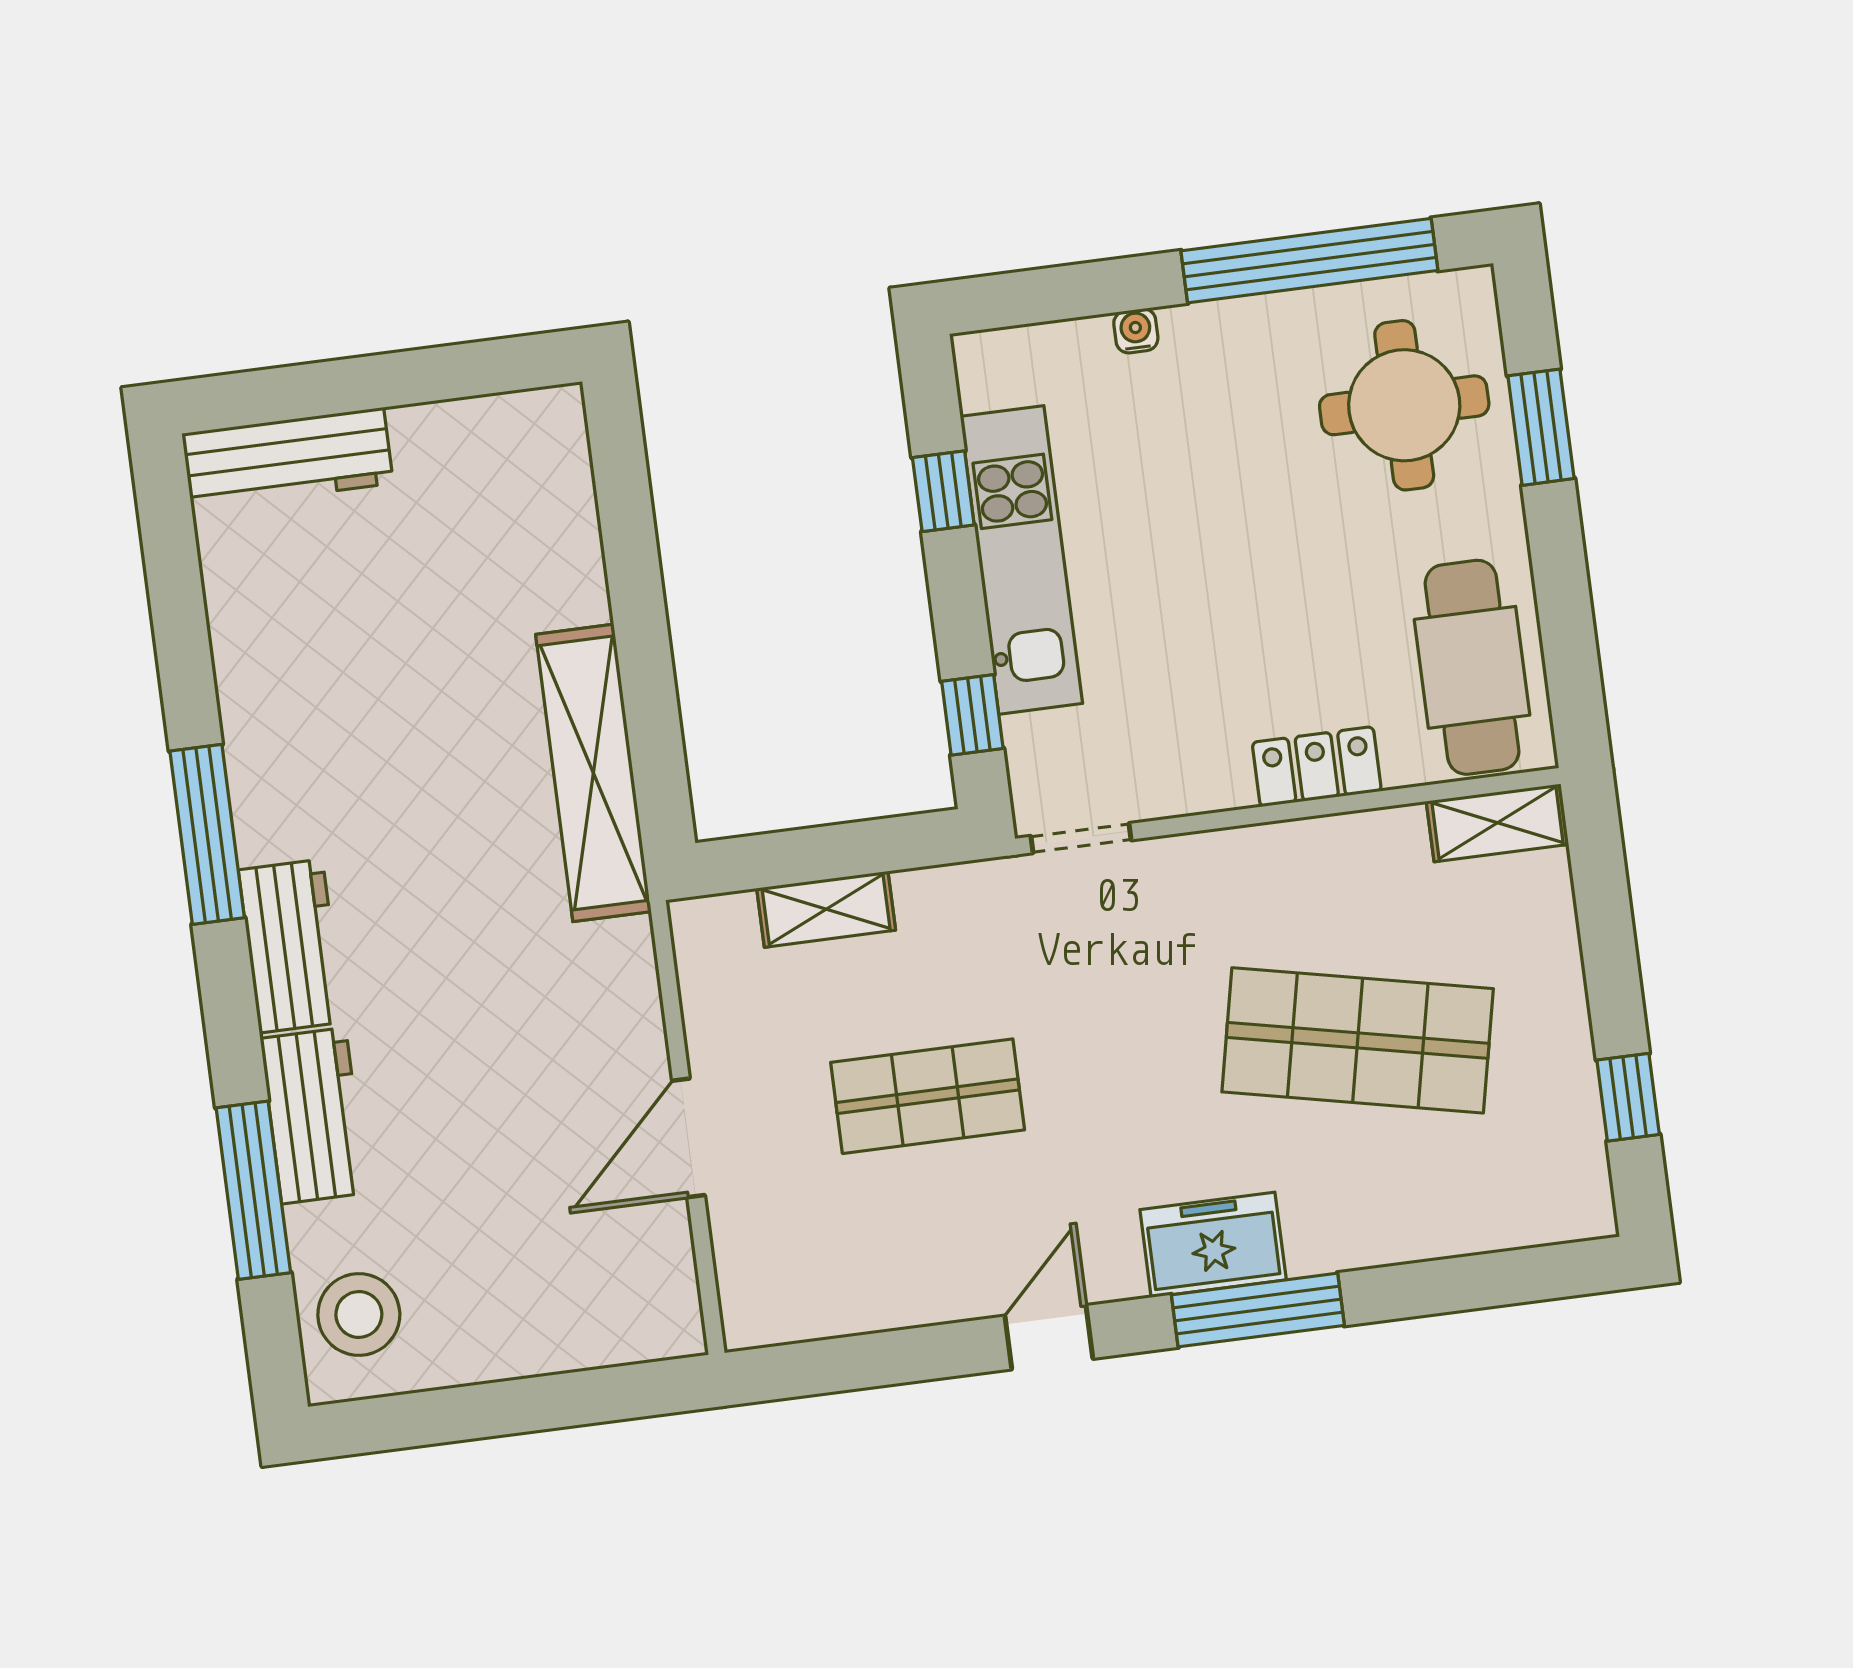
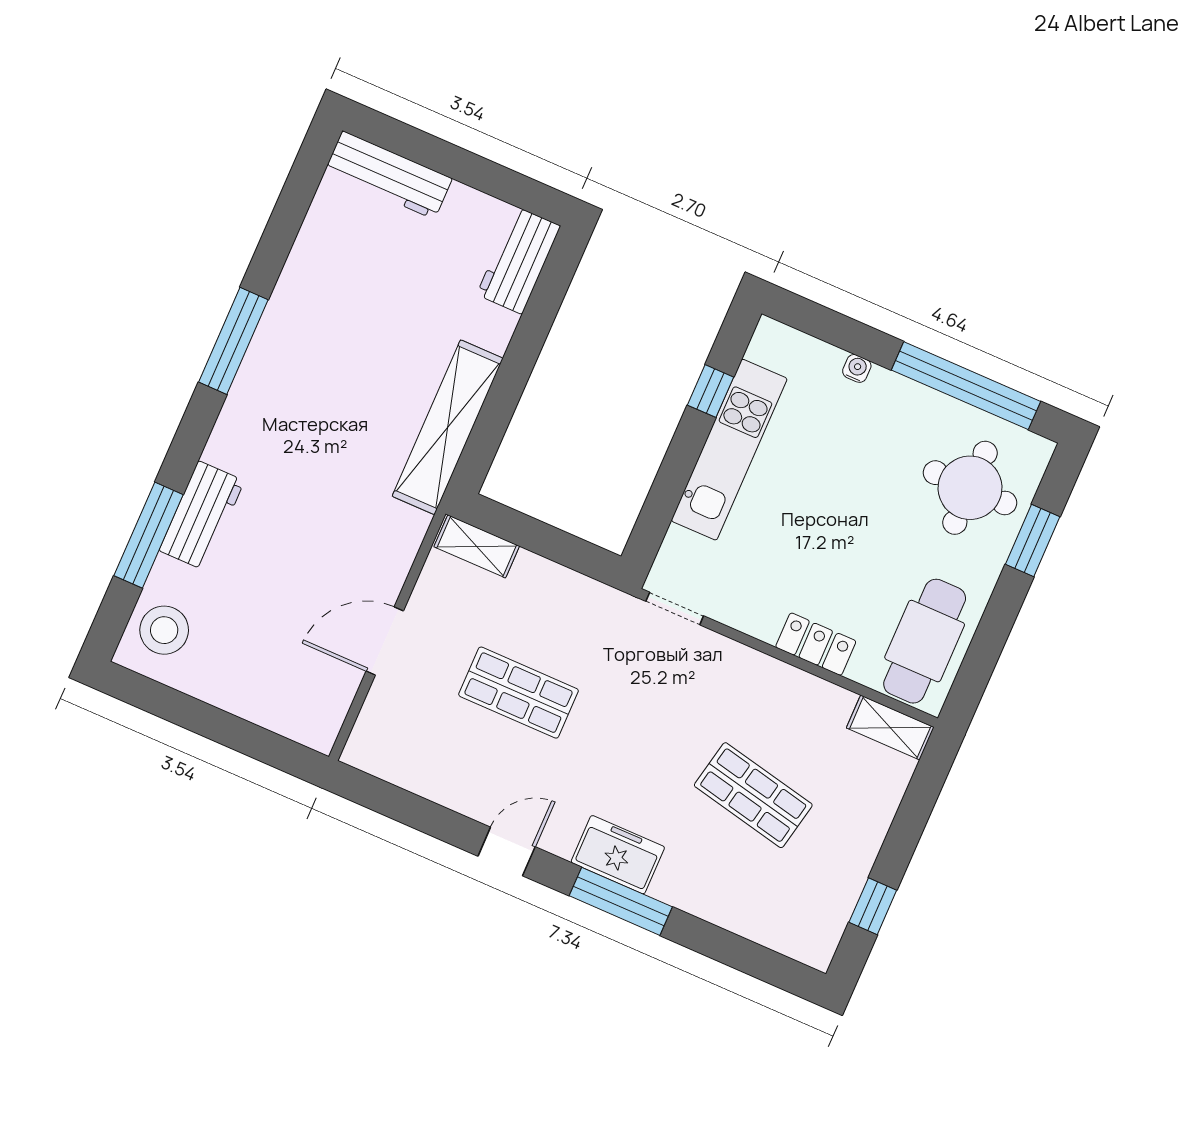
window: (972, 715) -> (657, 513), removed
shelving: (826, 909) -> (477, 546), moved
workbench: (291, 946) -> (519, 260), moved, turned 180
shop shelf: (1358, 1040) -> (753, 795), width x0.70, depth x0.74

